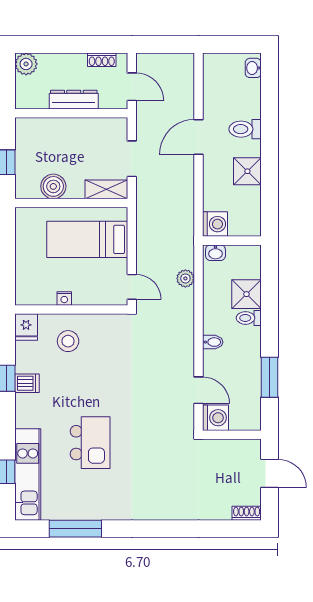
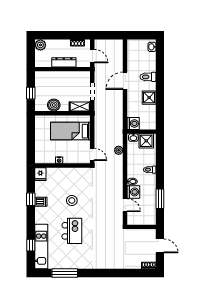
shower: (246, 294) -> (146, 141), moved
stool: (68, 341) -> (72, 200), moved
washing machine: (215, 418) -> (133, 192), moved

